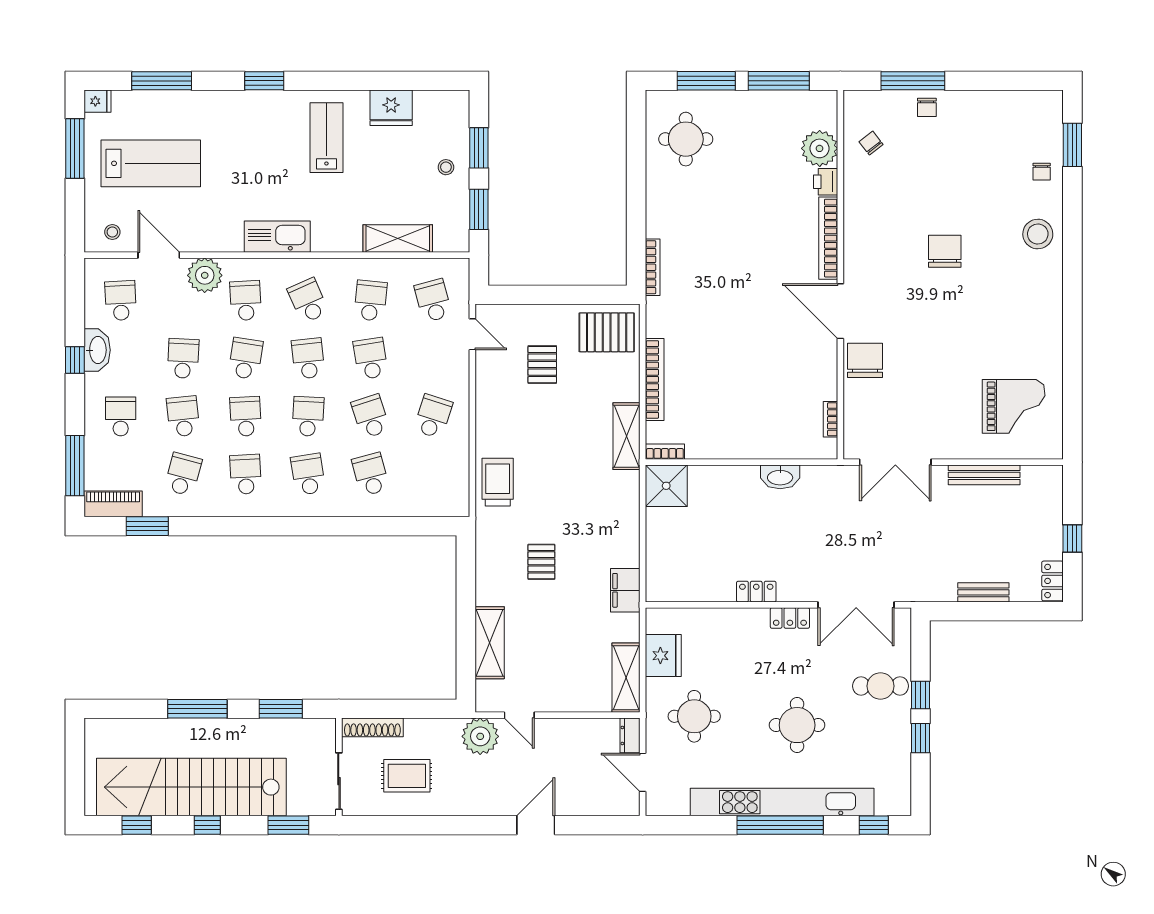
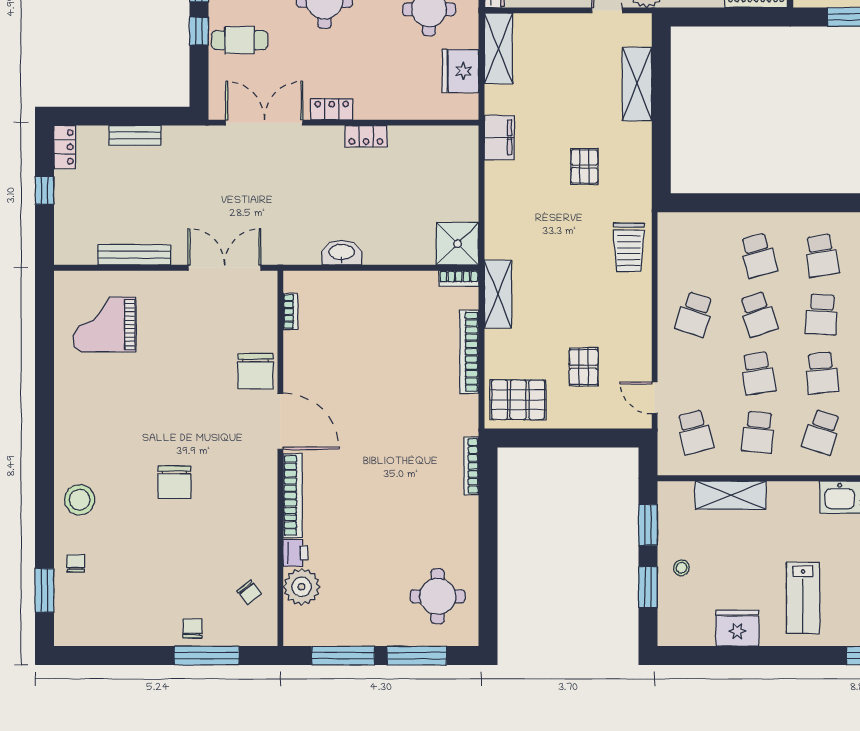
school desk: (308, 301) -> (822, 432), turned 42

